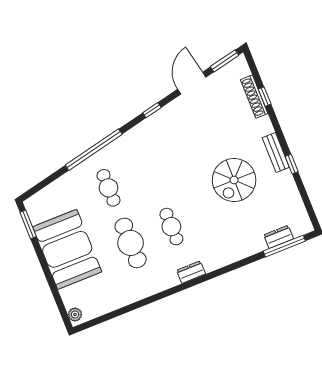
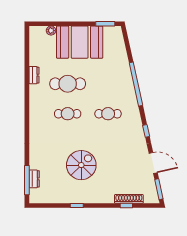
bench: (276, 153) -> (88, 198), removed
spiral stairs: (234, 180) -> (81, 165), turned 90
cafe table: (108, 188) -> (108, 114), moved
dresser: (191, 272) -> (34, 75), moved
plant: (75, 314) -> (51, 31), moved

